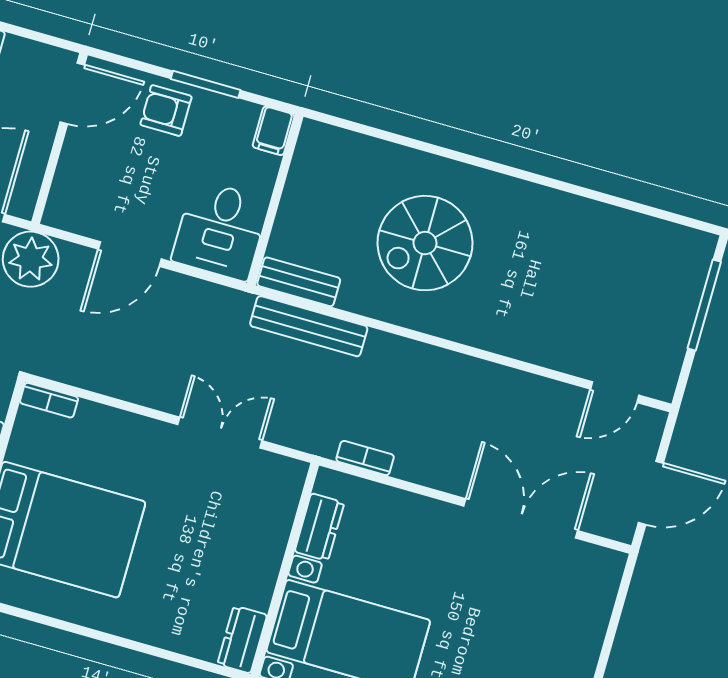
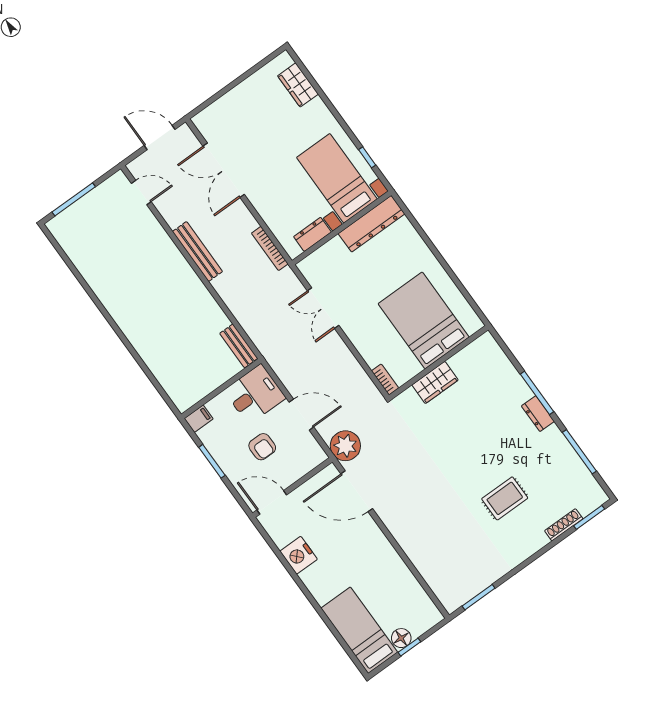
armchair: (166, 111) -> (262, 447), moved
spiral stairs: (425, 243) -> (172, 320), removed
bench: (309, 326) -> (197, 252), moved
bookcase: (365, 458) -> (270, 248), width x1.56
dresser: (242, 640) -> (372, 224), width x1.96, depth x1.24

